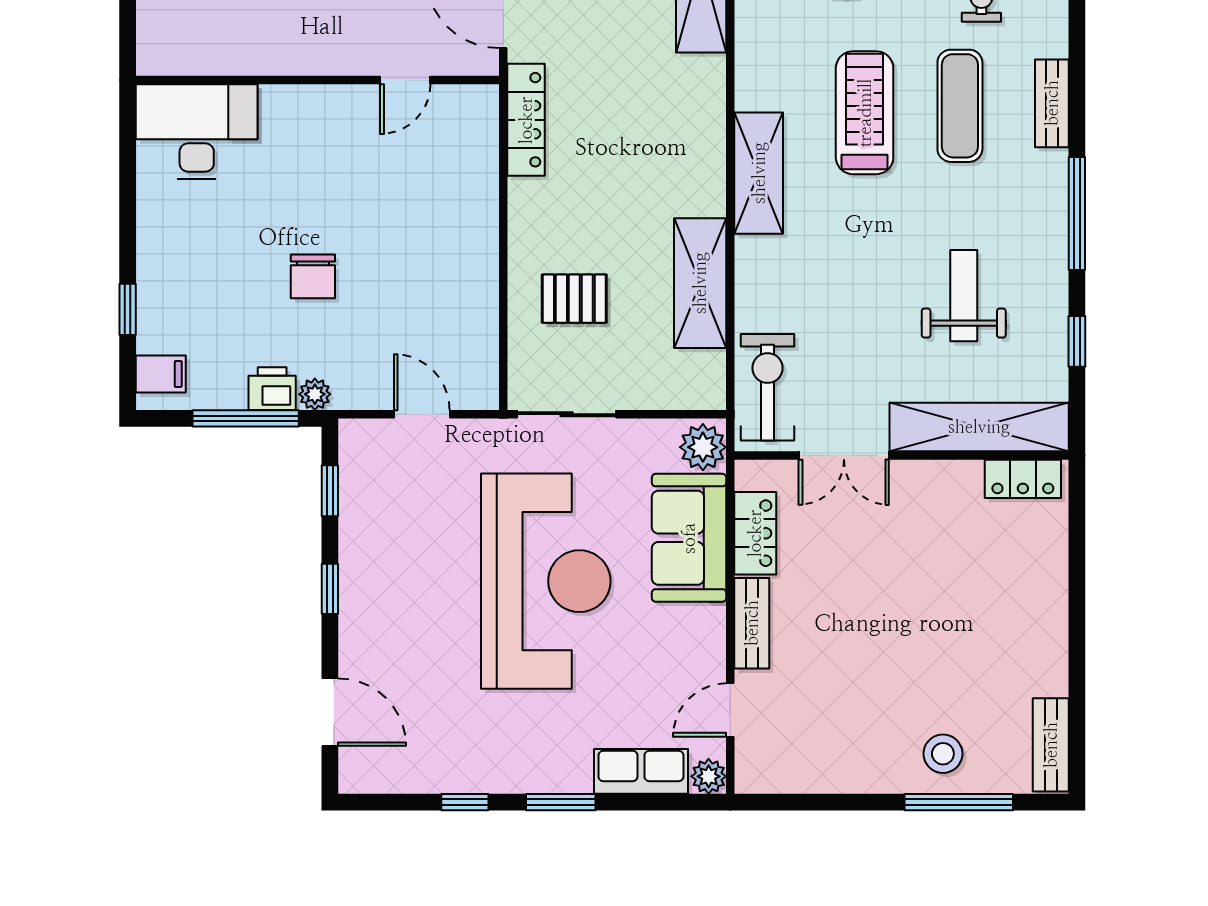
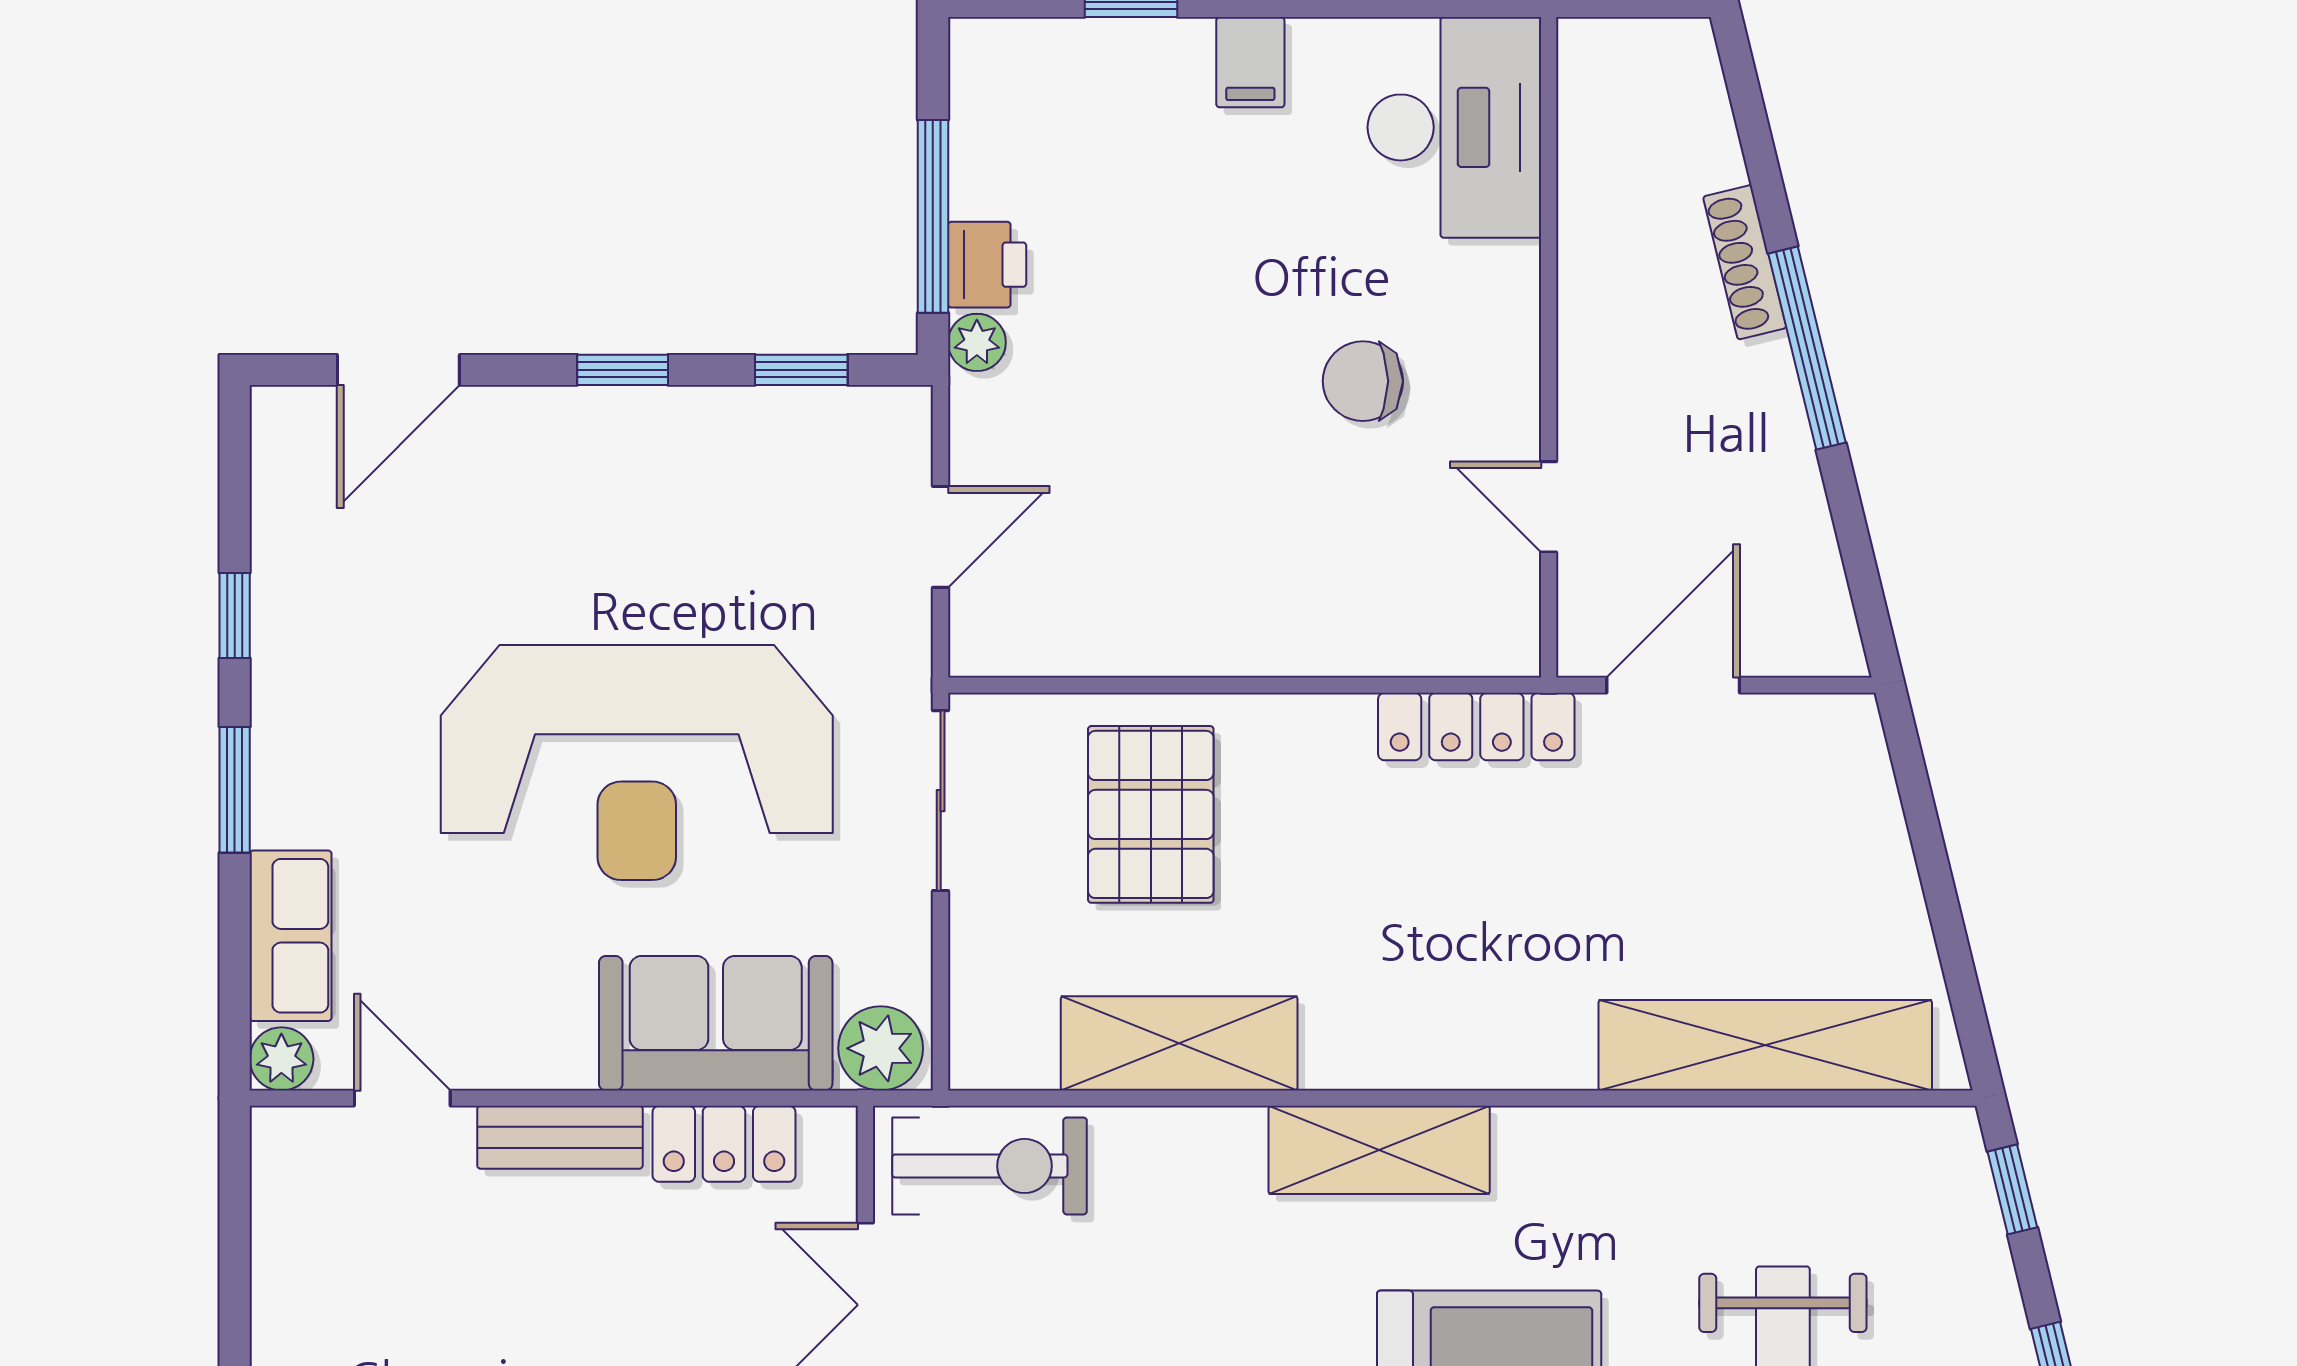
chair: (313, 276) -> (1363, 381), moved
pallet: (574, 299) -> (1151, 814), width x1.50, depth x1.42
filing cabinet: (161, 374) -> (1250, 62), moved

